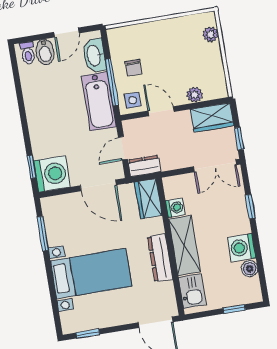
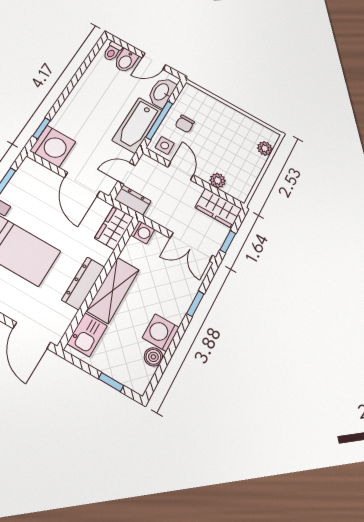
washing machine: (175, 208) -> (143, 232), moved

